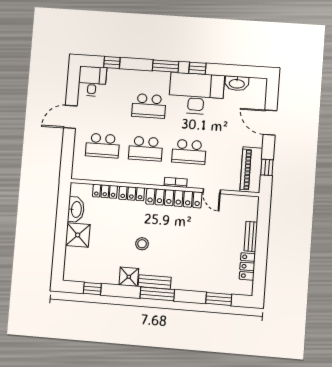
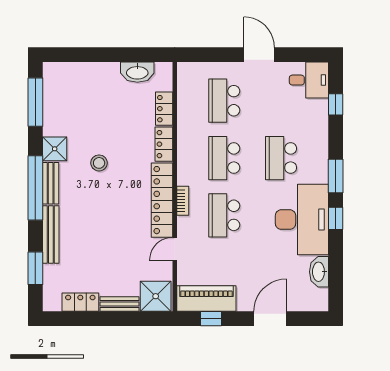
shower: (78, 235) -> (156, 296), moved
bench: (194, 285) -> (51, 235), added
window: (92, 289) -> (35, 102), width x2.17
window: (157, 294) -> (35, 188), width x1.46

